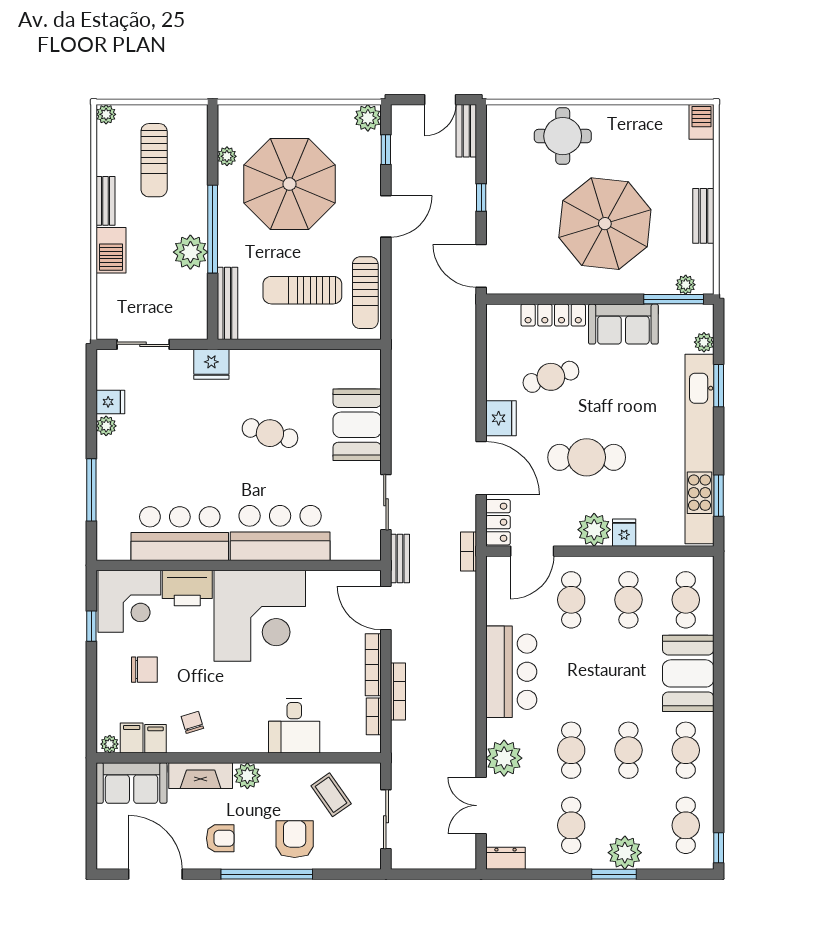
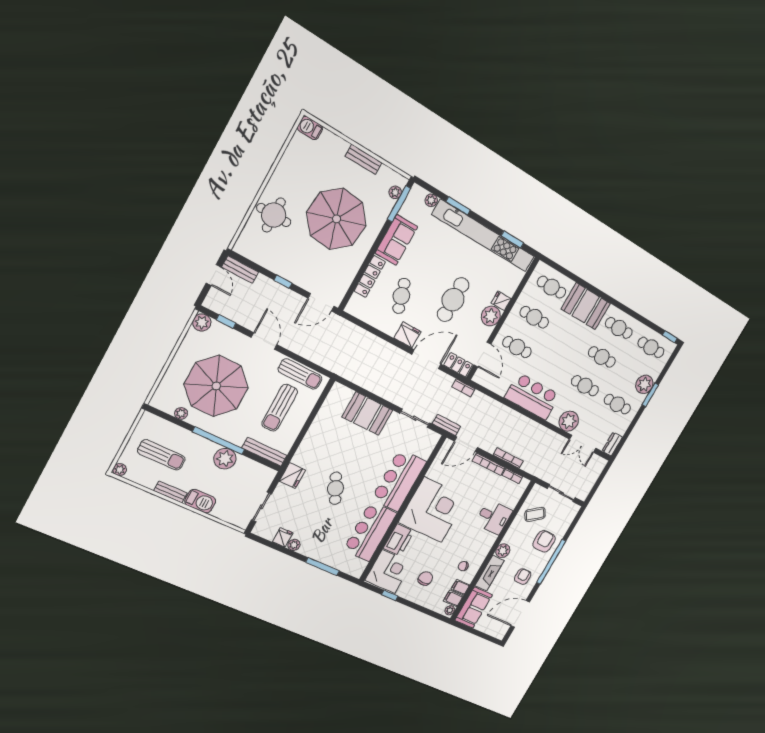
cafe table: (270, 433) -> (336, 488), moved, turned -43
armchair: (295, 839) -> (544, 541), turned 90

